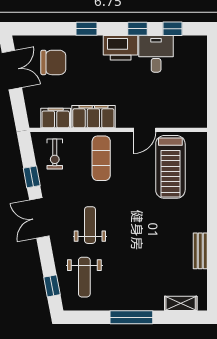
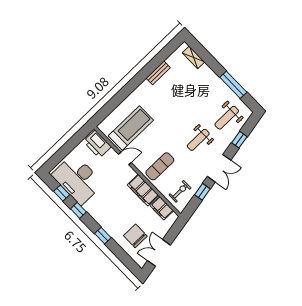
printer: (121, 48) -> (97, 144), moved, turned 180
desk: (156, 54) -> (77, 179), width x1.87, depth x1.30
weight bench: (84, 277) -> (227, 118), turned 180
window: (52, 286) -> (239, 140), moved
window: (131, 317) -> (233, 85), moved

